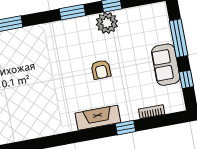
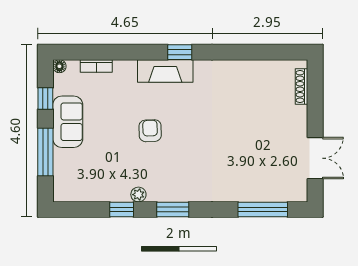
plant: (107, 23) -> (138, 195), width x0.53, depth x0.53
floor lamp: (180, 106) -> (59, 66), added
window: (125, 128) -> (180, 52), moved

